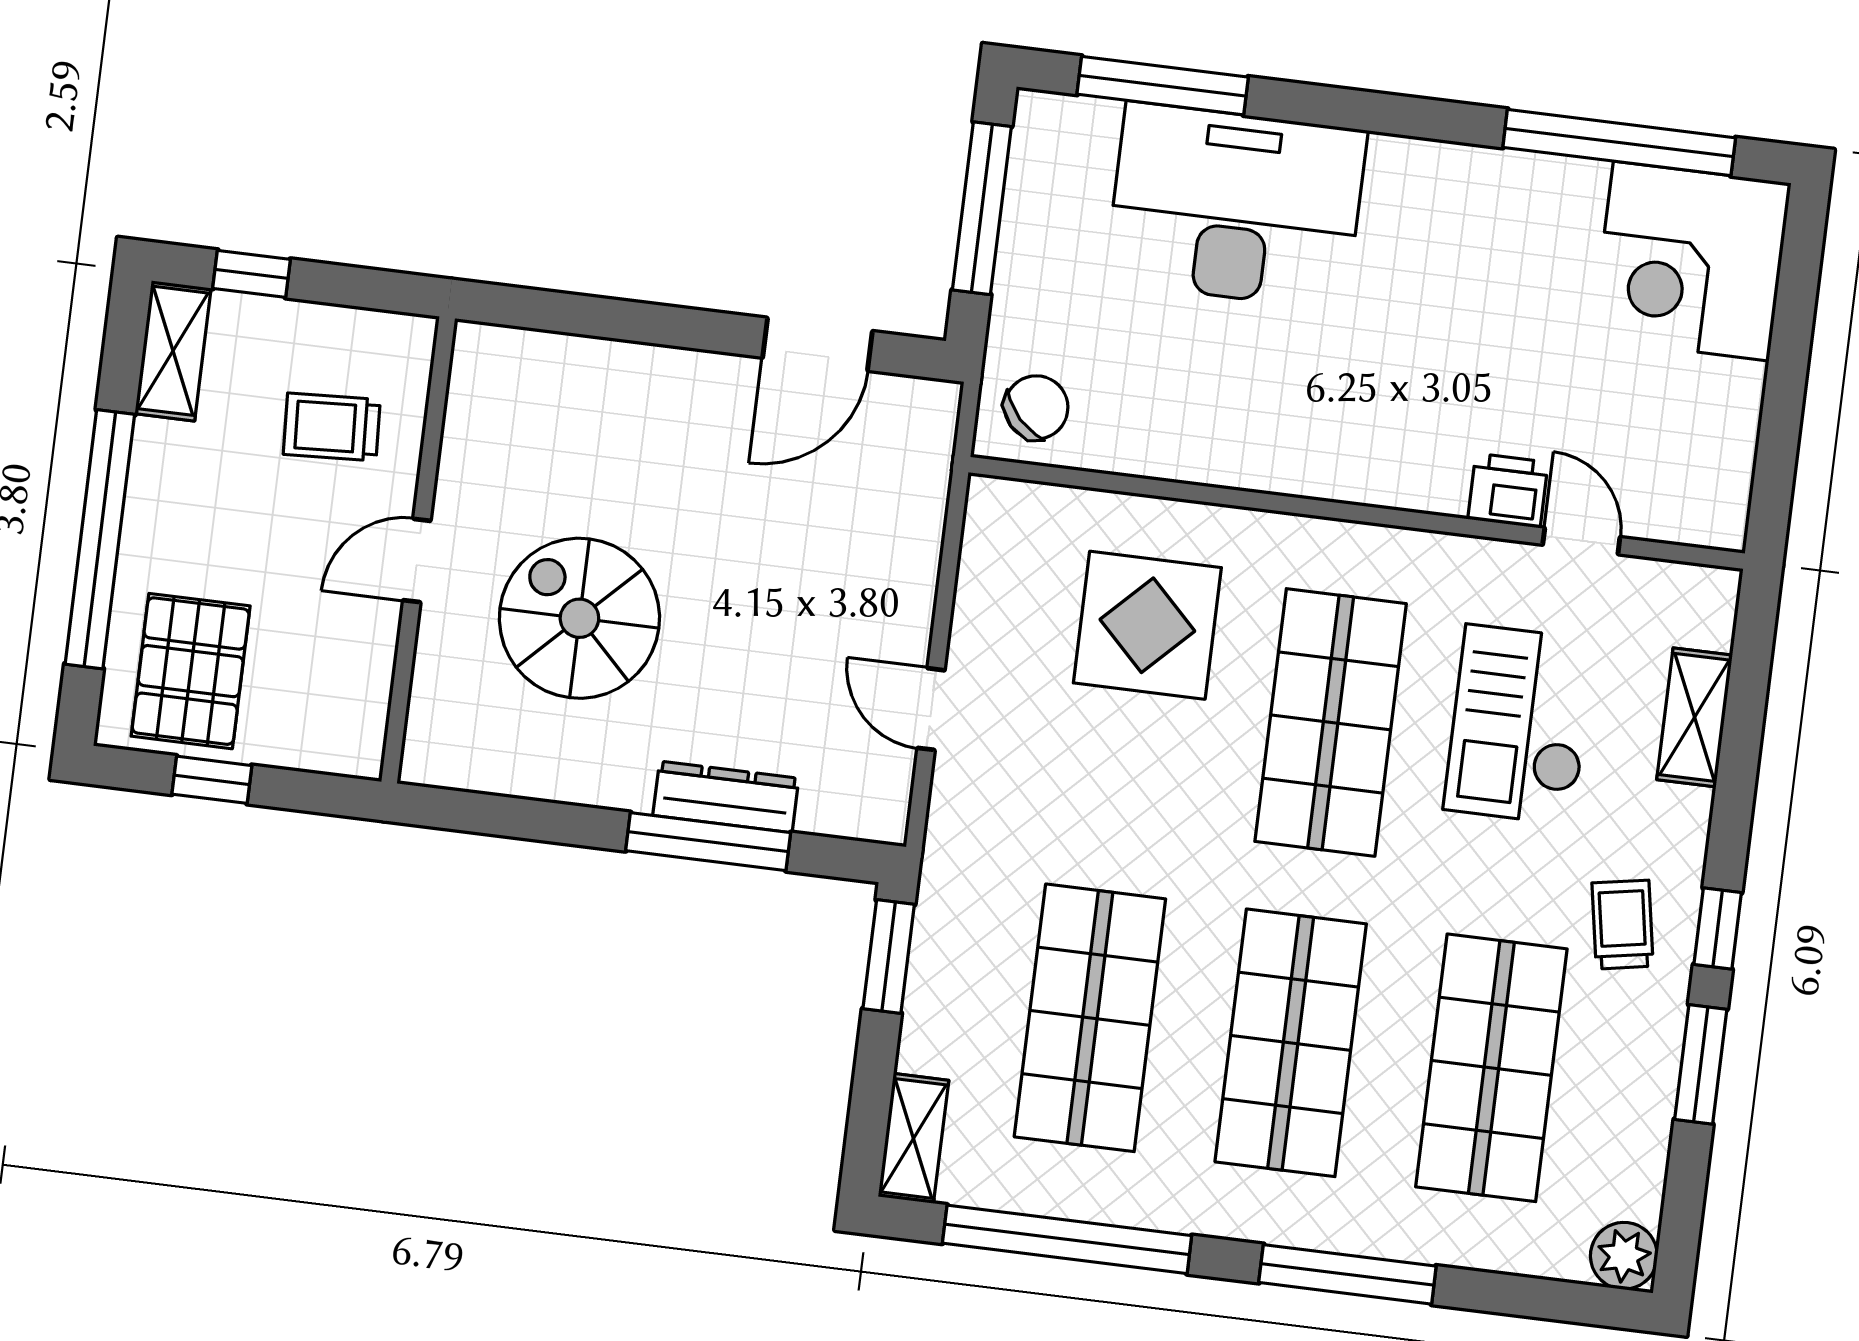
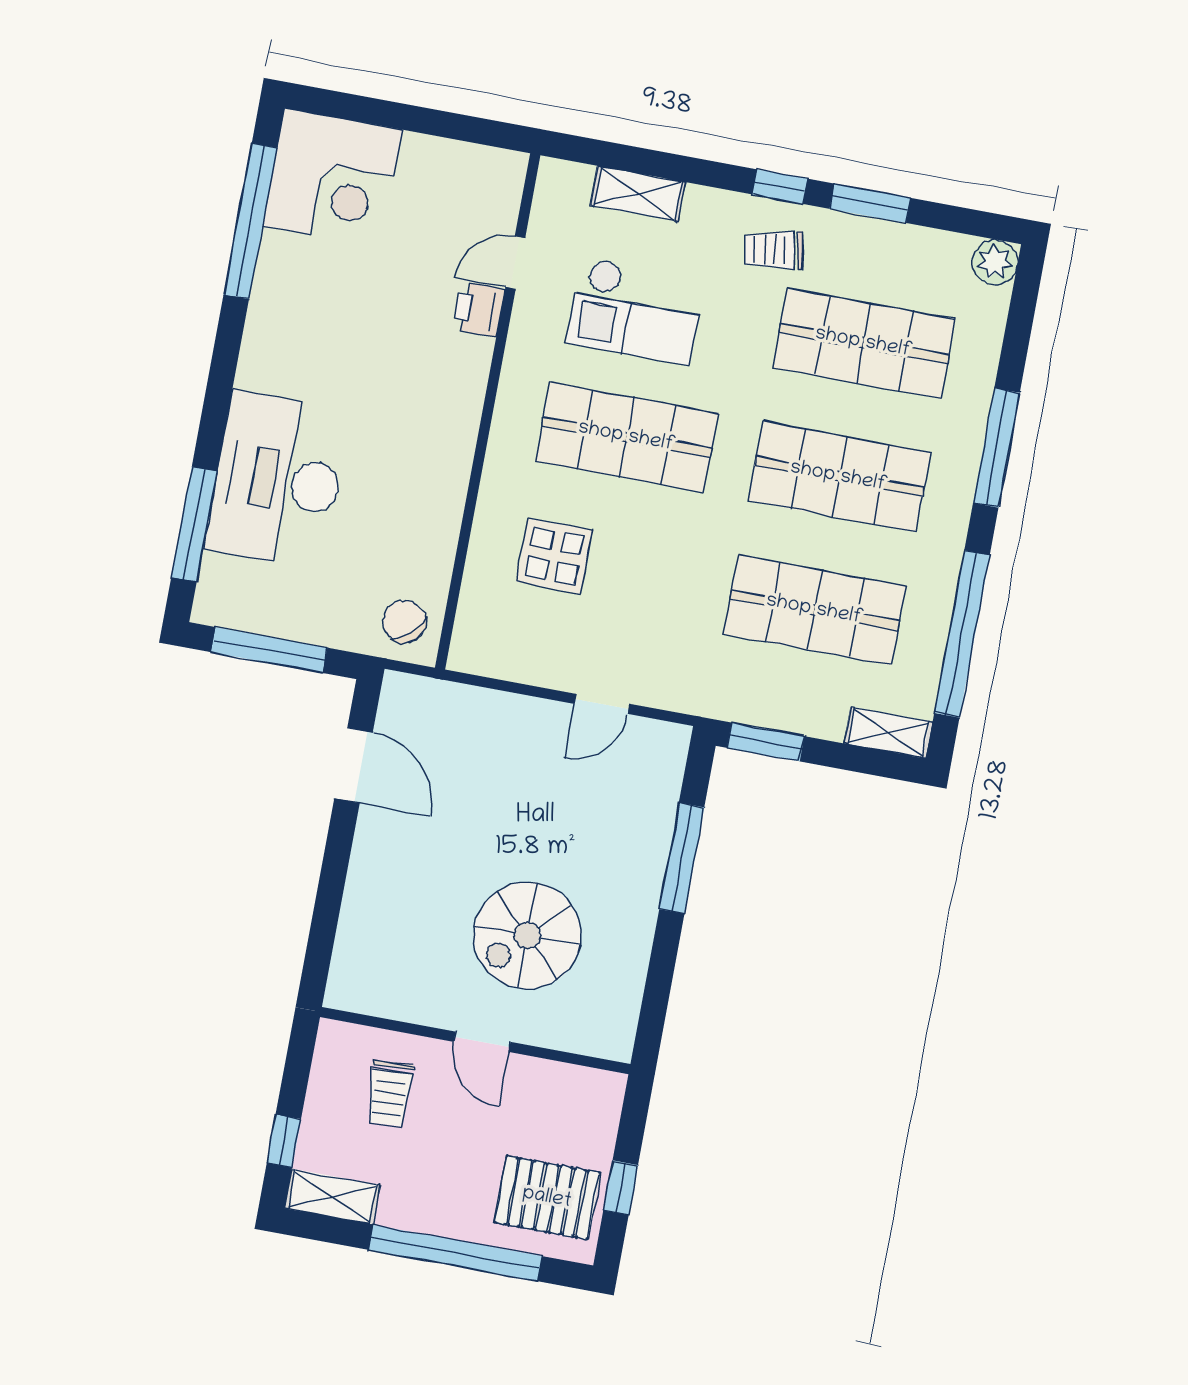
display table: (1147, 625) -> (554, 556), width x0.73, depth x0.73
dresser: (726, 797) -> (652, 845), removed

